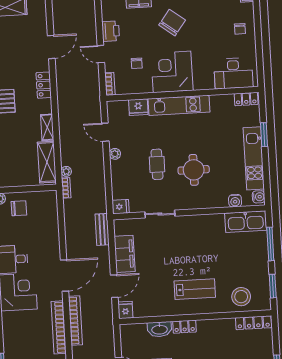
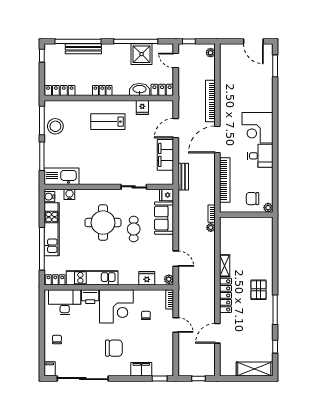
chair: (172, 23) -> (114, 348), turned -127
printer: (111, 31) -> (90, 297), moved, turned -90
locker: (44, 85) -> (226, 295), width x1.53
kitchen unit: (179, 105) -> (92, 278), moved
window: (264, 135) -> (42, 249), width x2.11
plant: (115, 154) -> (169, 279), moved
shelving: (47, 162) -> (227, 236), removed
round table: (194, 170) -> (103, 223), width x1.36, depth x1.36
sofa: (122, 179) -> (164, 218), added
window: (273, 286) -> (42, 120), width x1.44
stool: (241, 297) -> (55, 126), moved
fridge: (125, 310) -> (142, 107), moved
bookcase: (59, 327) -> (225, 180), moved
locker: (184, 327) -> (102, 90), moved
locker: (133, 330) -> (162, 90), added

